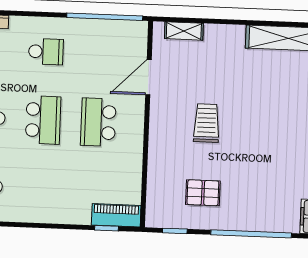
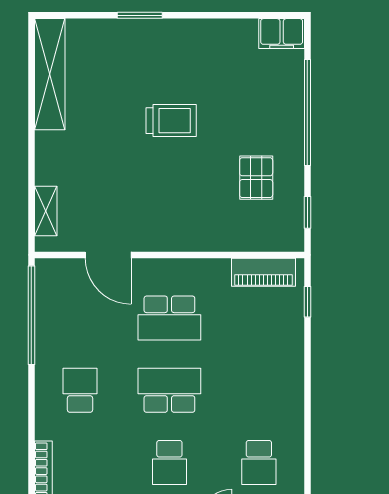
trolley: (207, 123) -> (171, 121), moved, turned 180
piano: (116, 215) -> (263, 272), moved, turned -90

